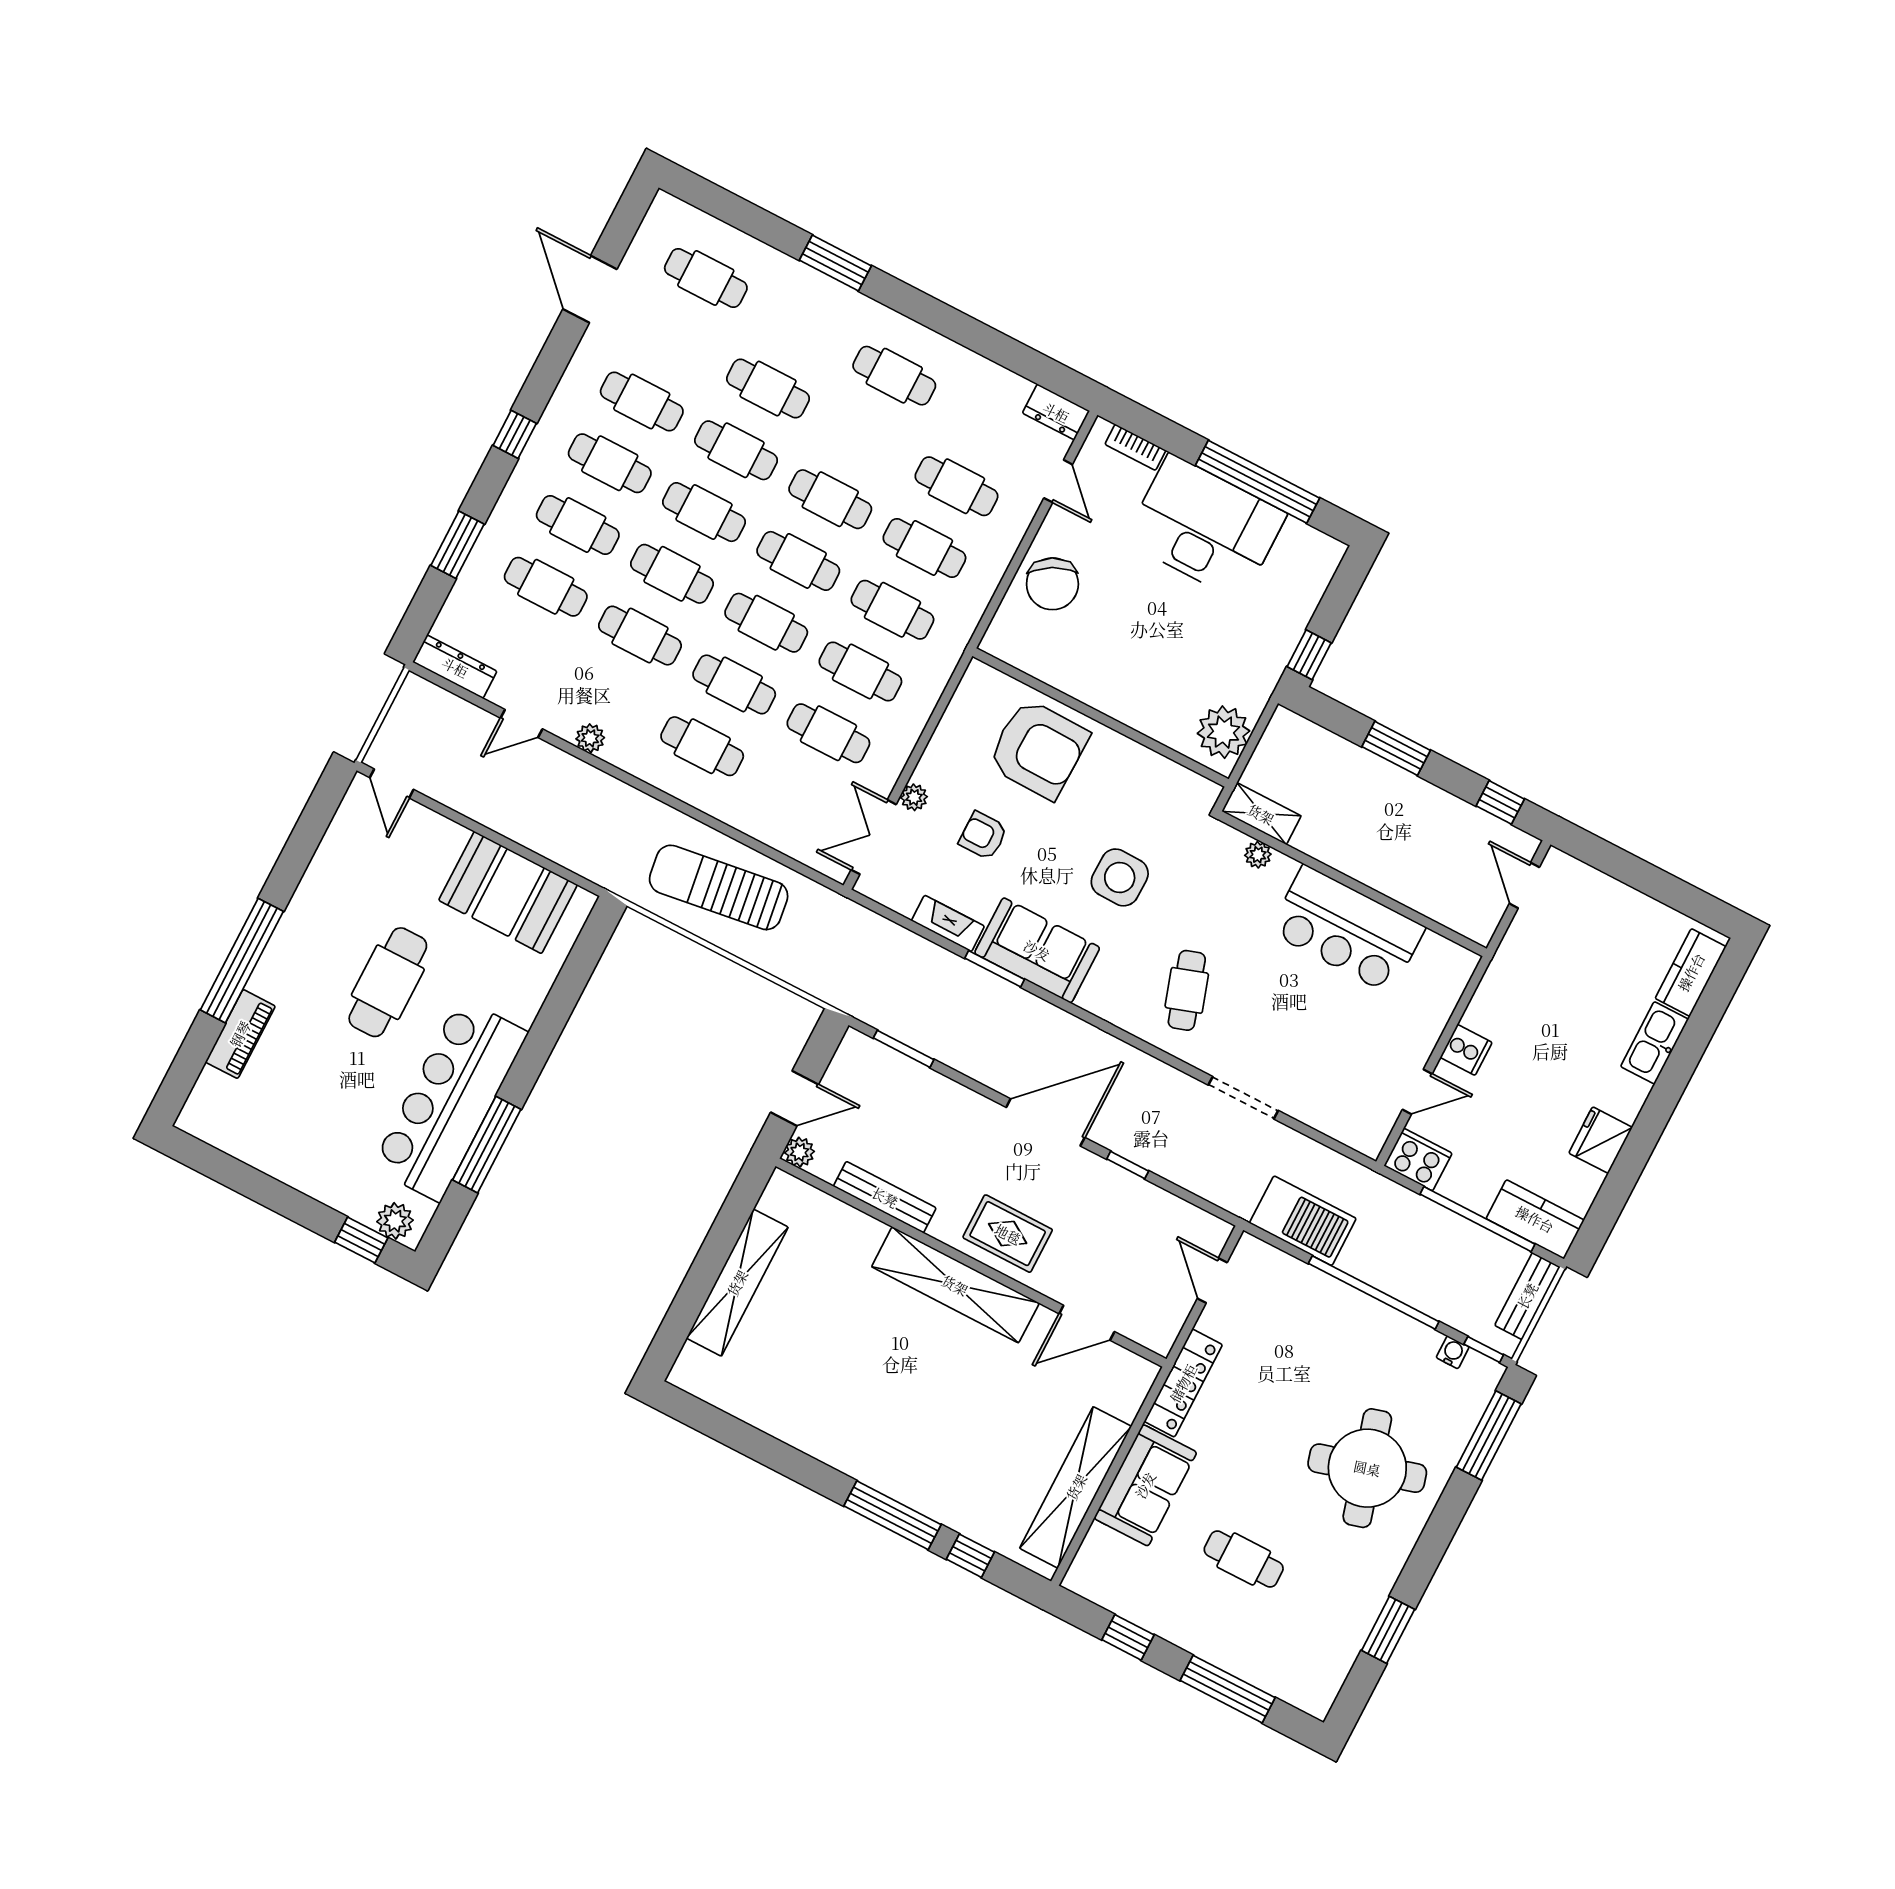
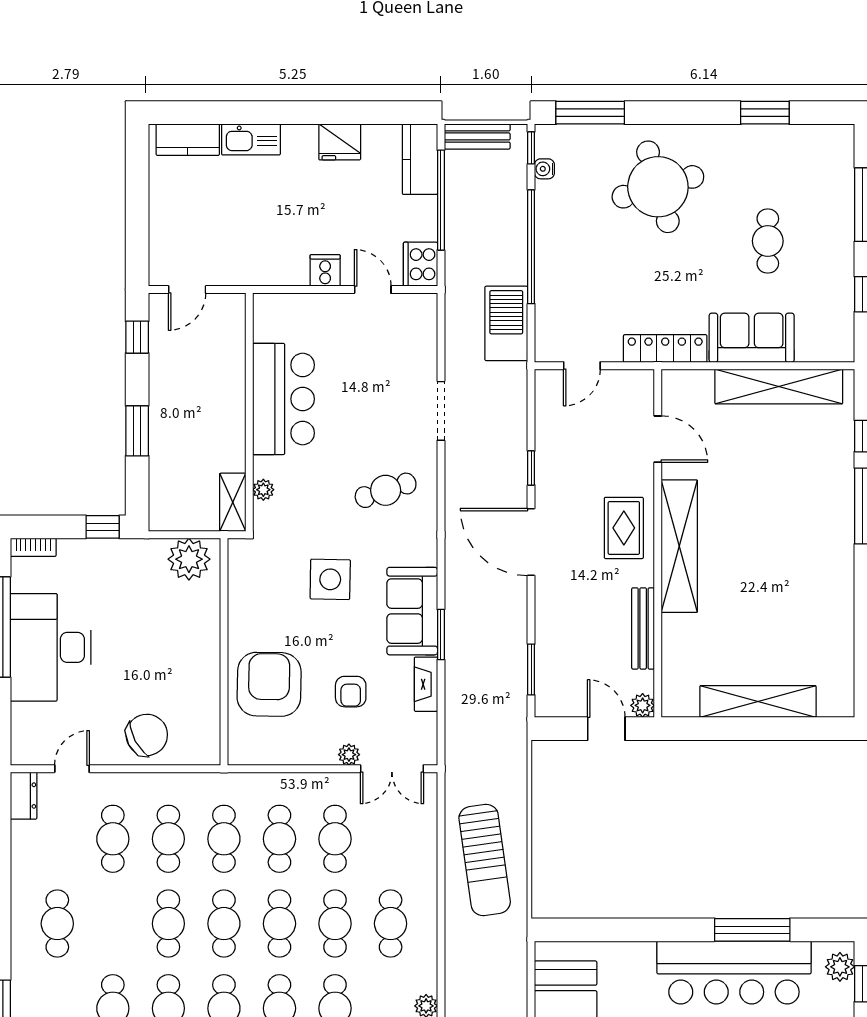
bookcase: (1135, 447) -> (33, 547), moved, turned 90

